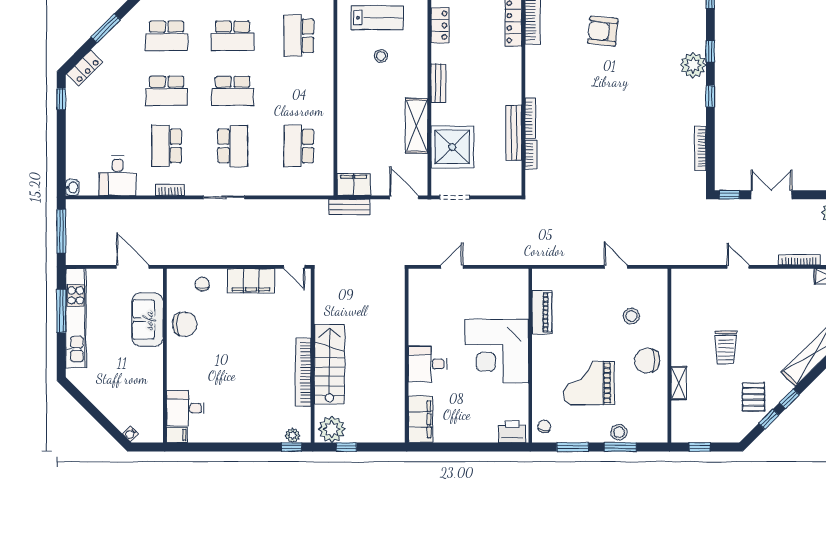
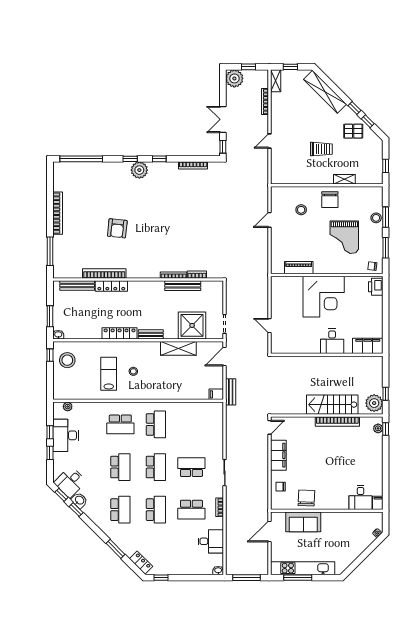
locker: (440, 25) -> (120, 333), width x1.53
school desk: (299, 146) -> (156, 424), moved, turned -90
filing cabinet: (354, 184) -> (216, 394), width x0.50

